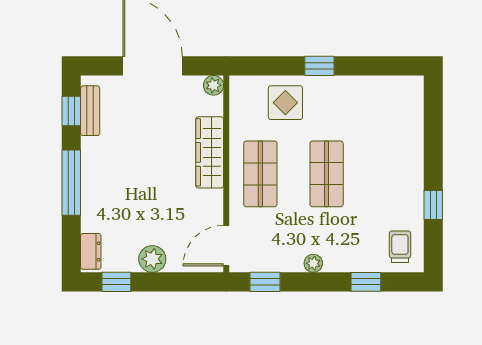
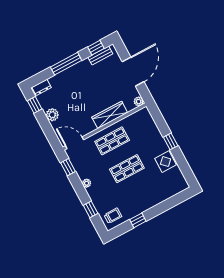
display table: (285, 103) -> (166, 162), moved

